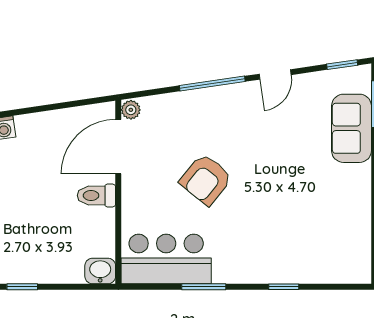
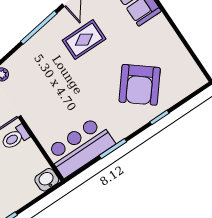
rug: (257, 134) -> (84, 40), added
armchair: (206, 180) -> (140, 85), moved, width x1.36, depth x1.36

